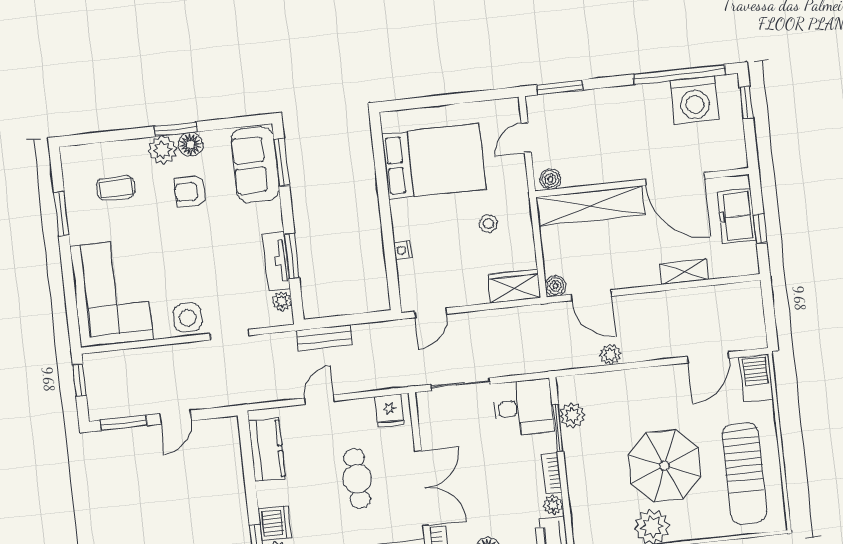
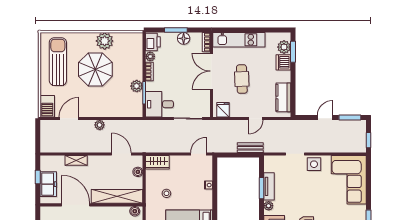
boiler: (556, 286) -> (138, 172), moved
plant: (282, 301) -> (269, 206), moved
plant: (610, 354) -> (100, 125), moved
plant: (572, 415) -> (137, 86), moved

